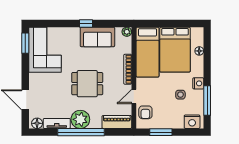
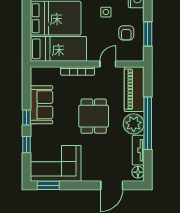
window: (62, 24) -> (26, 145), added
plant: (127, 32) -> (36, 72), removed
door: (134, 96) -> (108, 64), swing flipped
armchair: (145, 112) -> (126, 33), moved, turned 90
piano: (117, 122) -> (134, 89), width x1.37, depth x1.33

